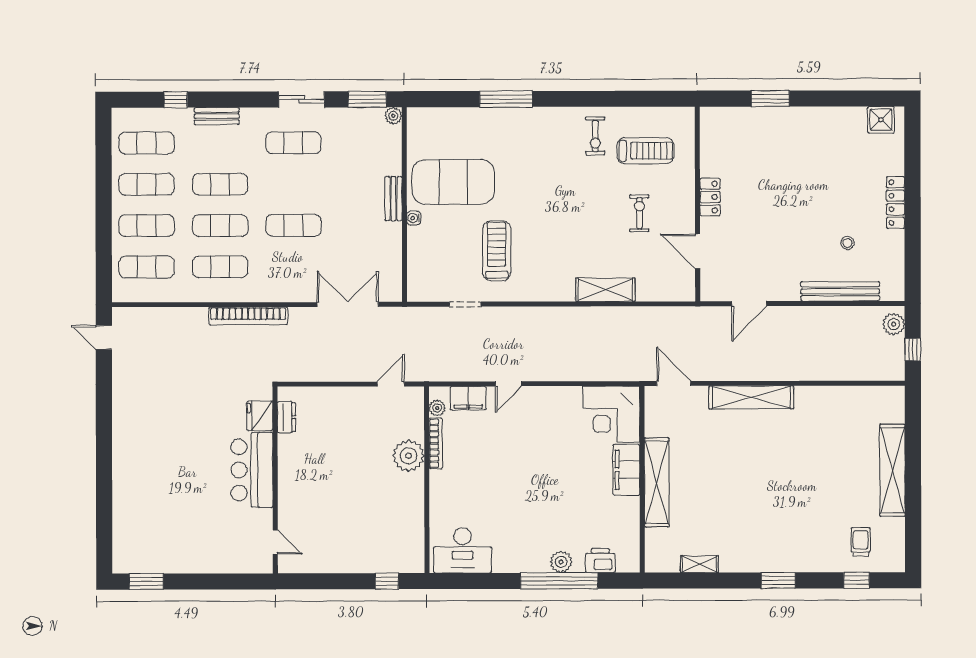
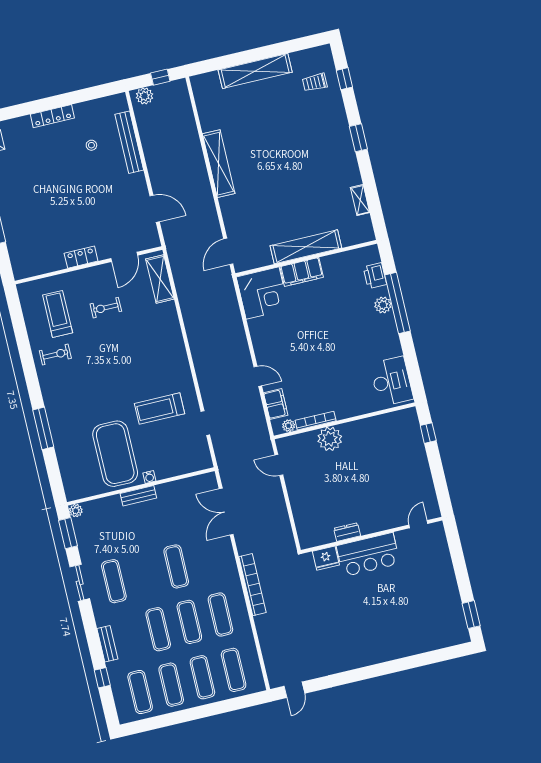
shelving: (605, 290) -> (160, 279), moved
shelving: (751, 397) -> (219, 164), moved
dresser: (286, 417) -> (347, 532), moved

